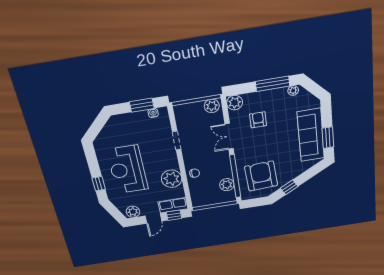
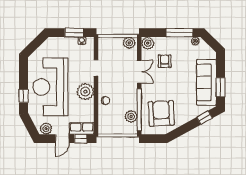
double door: (229, 136) -> (139, 72), swing flipped
reception desk: (127, 170) -> (50, 87), width x1.36, depth x1.30
plant: (172, 179) -> (85, 92), moved
window: (289, 187) -> (205, 118), moved

